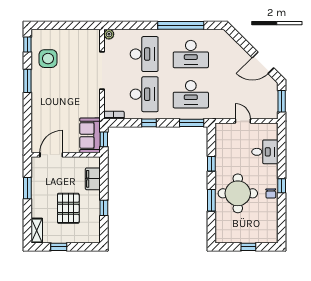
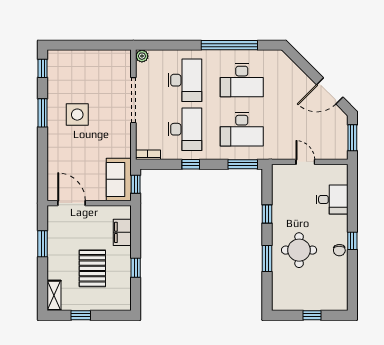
side table: (48, 59) -> (77, 115), moved
door: (51, 155) -> (72, 203), hinge flipped
round table: (238, 193) -> (299, 250), width x0.73, depth x0.73

